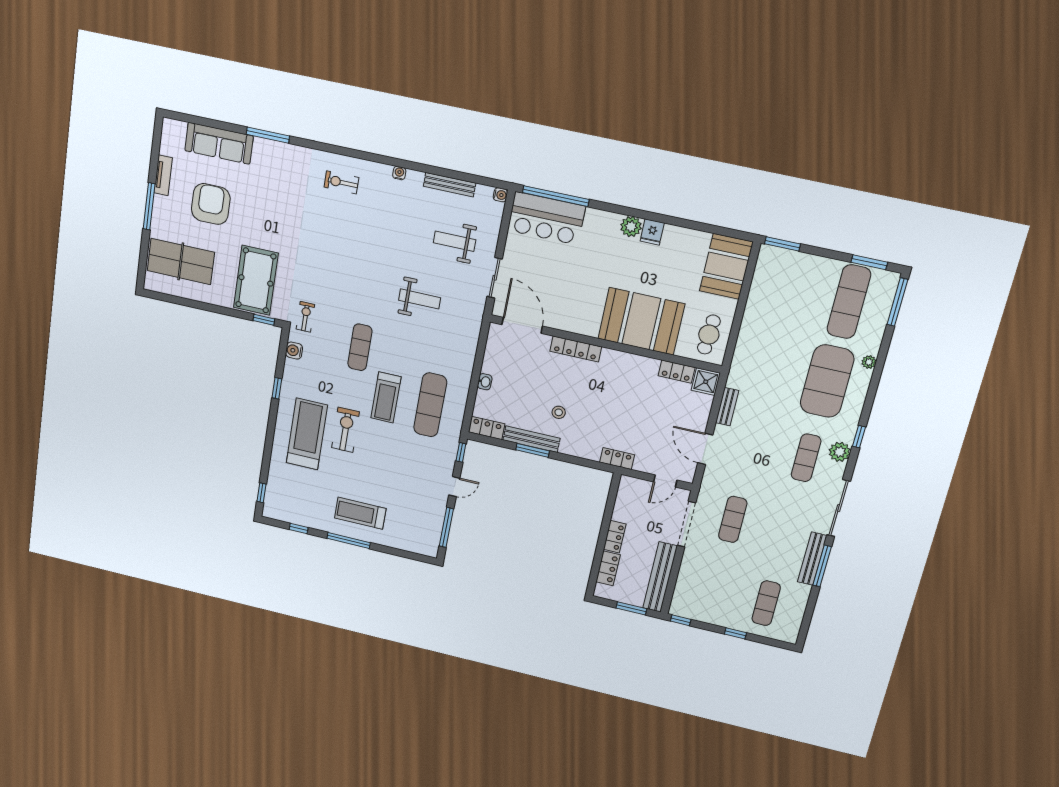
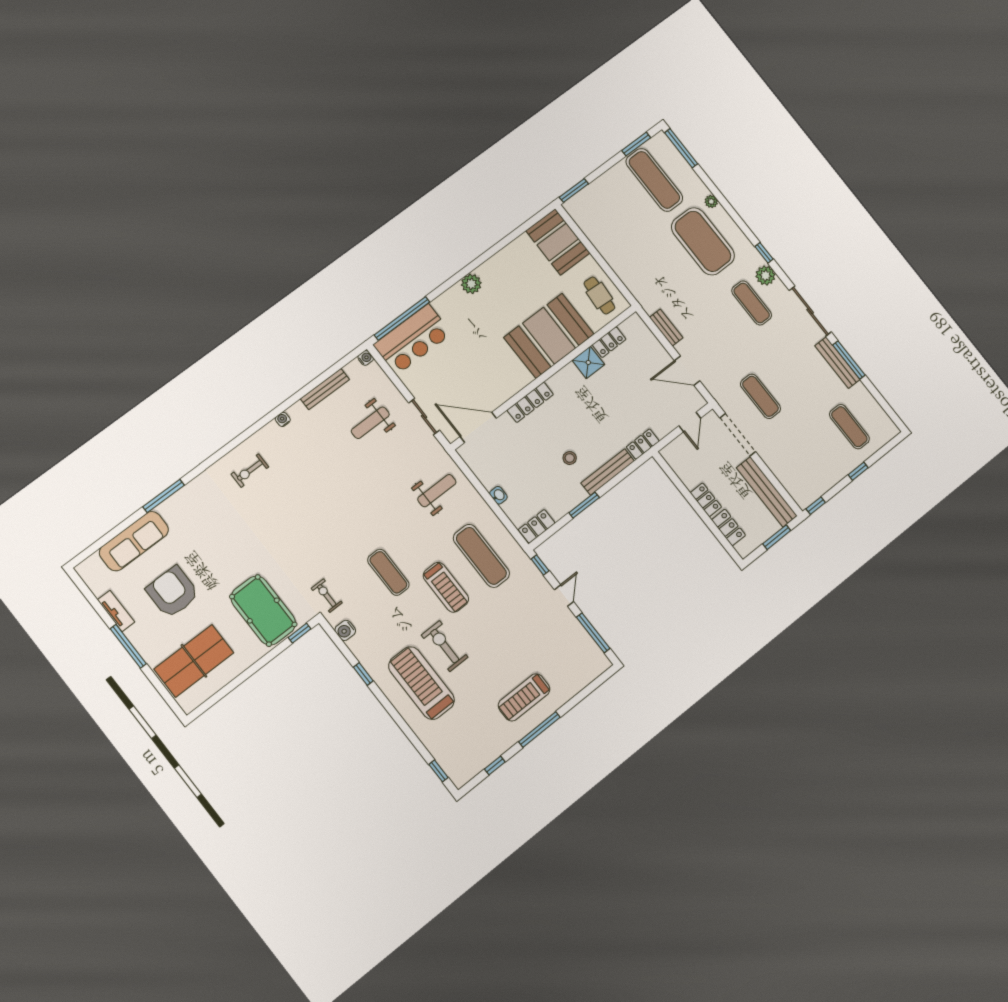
fridge: (652, 232) -> (488, 272), removed
weight bench: (420, 299) -> (437, 491), moved
shower: (706, 382) -> (588, 362), moved
bench: (531, 439) -> (608, 472), moved

